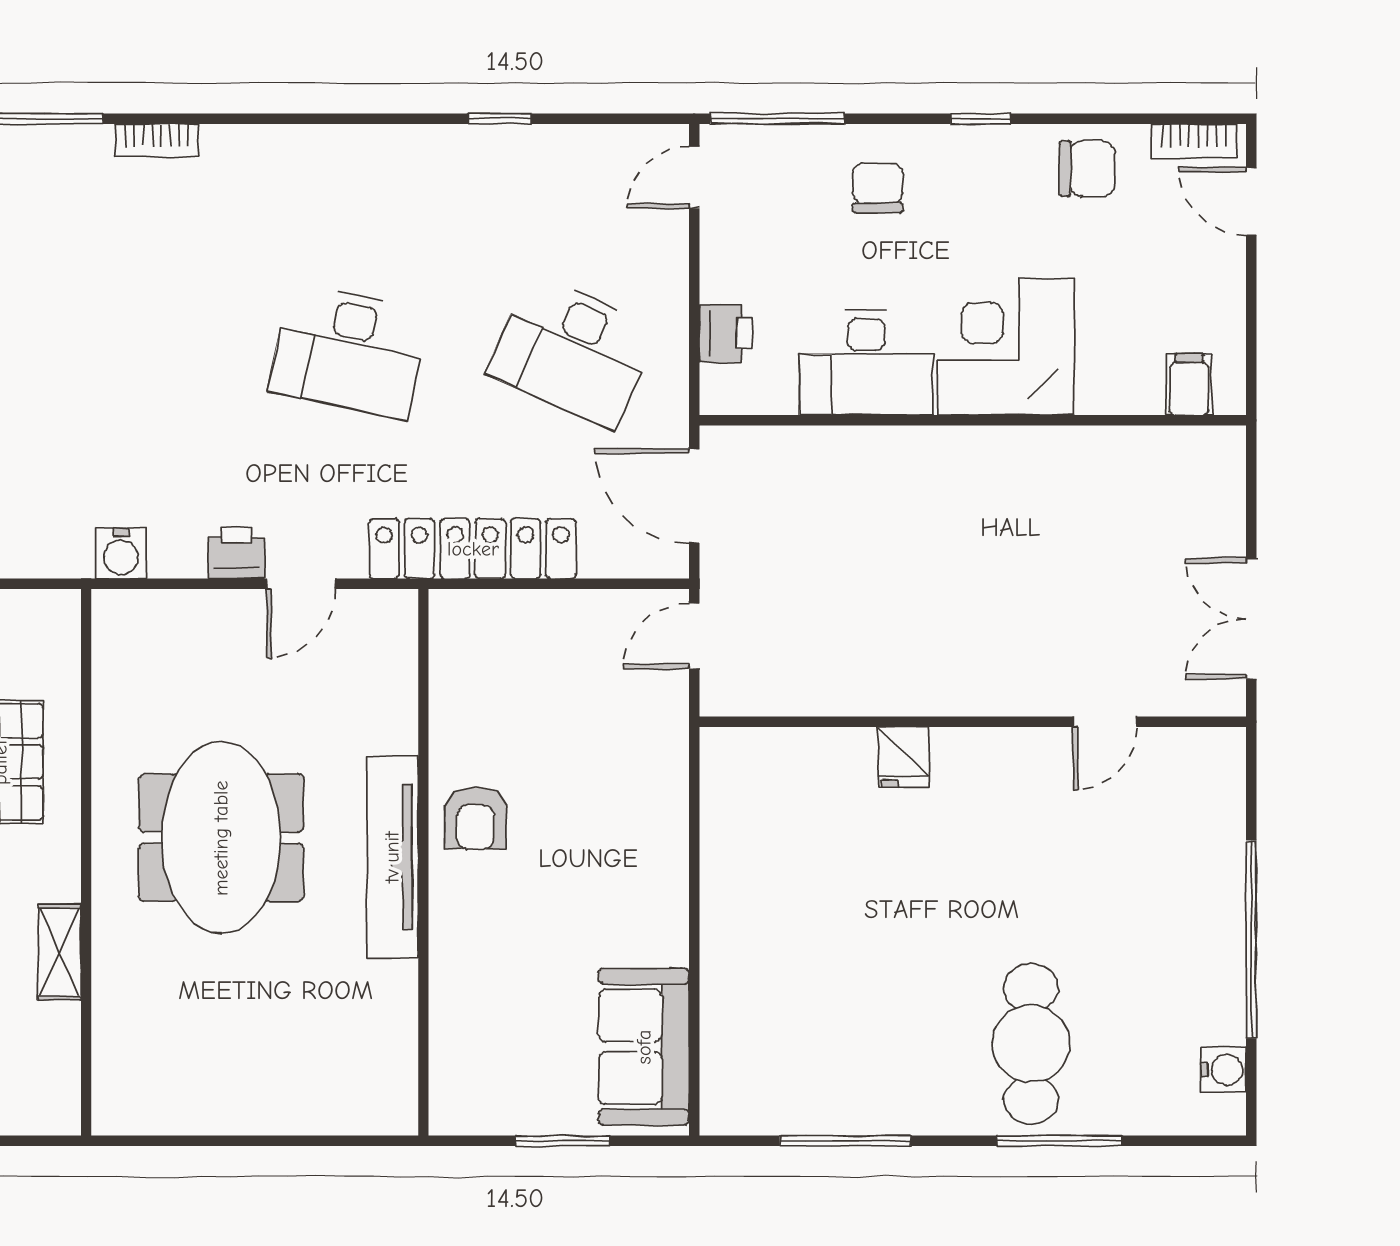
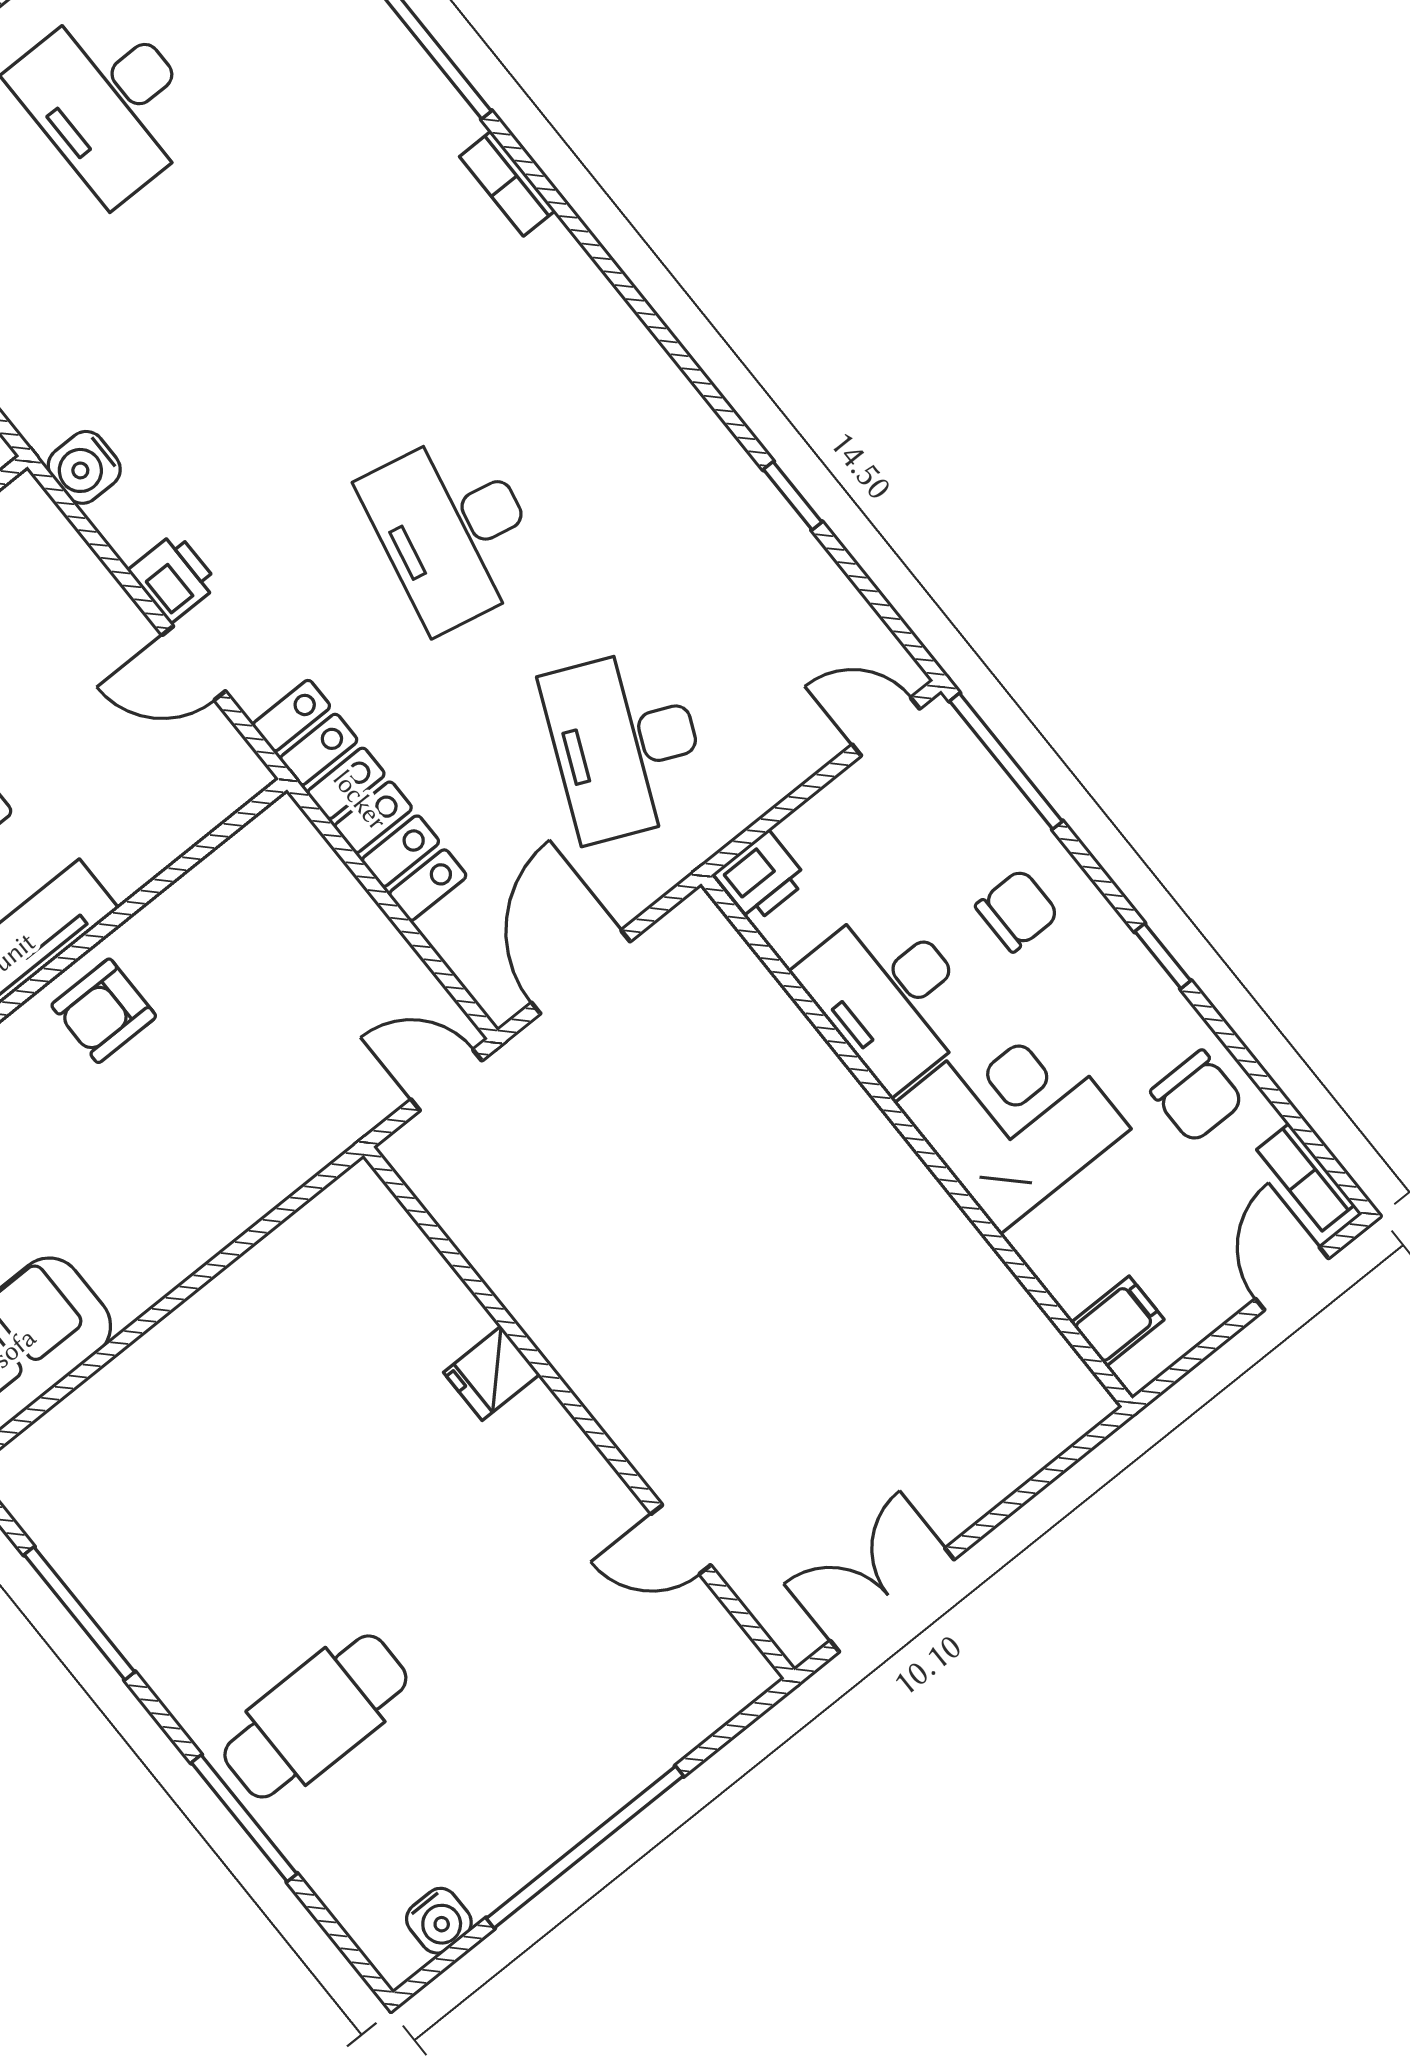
corner desk: (1006, 346) -> (1013, 1116), moved
desk: (866, 363) -> (890, 995), moved
filing cabinet: (1189, 385) -> (1118, 1321), moved
wall: (973, 420) -> (917, 1141), moved

